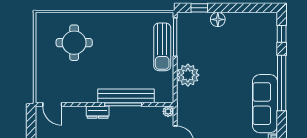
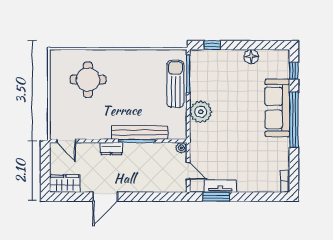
floor lamp: (218, 19) -> (251, 57), moved
sun lounger: (162, 47) -> (175, 84), turned 180
sofa: (265, 104) -> (277, 108), moved

